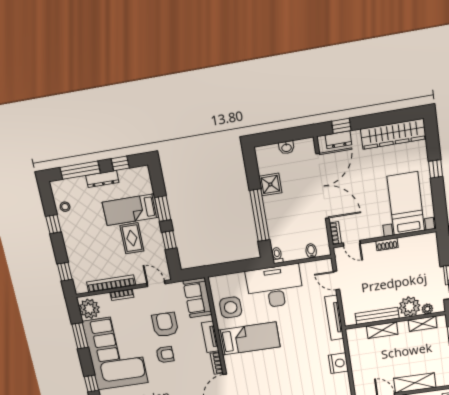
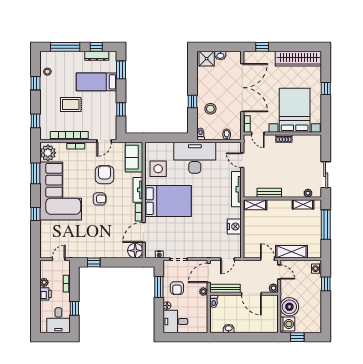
dresser: (338, 140) -> (259, 56), removed
dresser: (102, 179) -> (97, 56), moved
shower: (270, 184) -> (207, 59), moved
bed with nightstands: (406, 204) -> (295, 110), width x1.36
window: (163, 209) -> (121, 70), moved
window: (260, 215) -> (192, 101), width x0.32
stool: (285, 221) -> (210, 109), added
rug: (132, 238) -> (71, 105), moved, turned 90
door: (156, 284) -> (104, 141), swing flipped
plant: (410, 307) -> (295, 189), removed
bench: (377, 316) -> (269, 193), width x0.73
shelving: (382, 330) -> (255, 205), moved
bed: (249, 338) -> (168, 201), width x1.50

